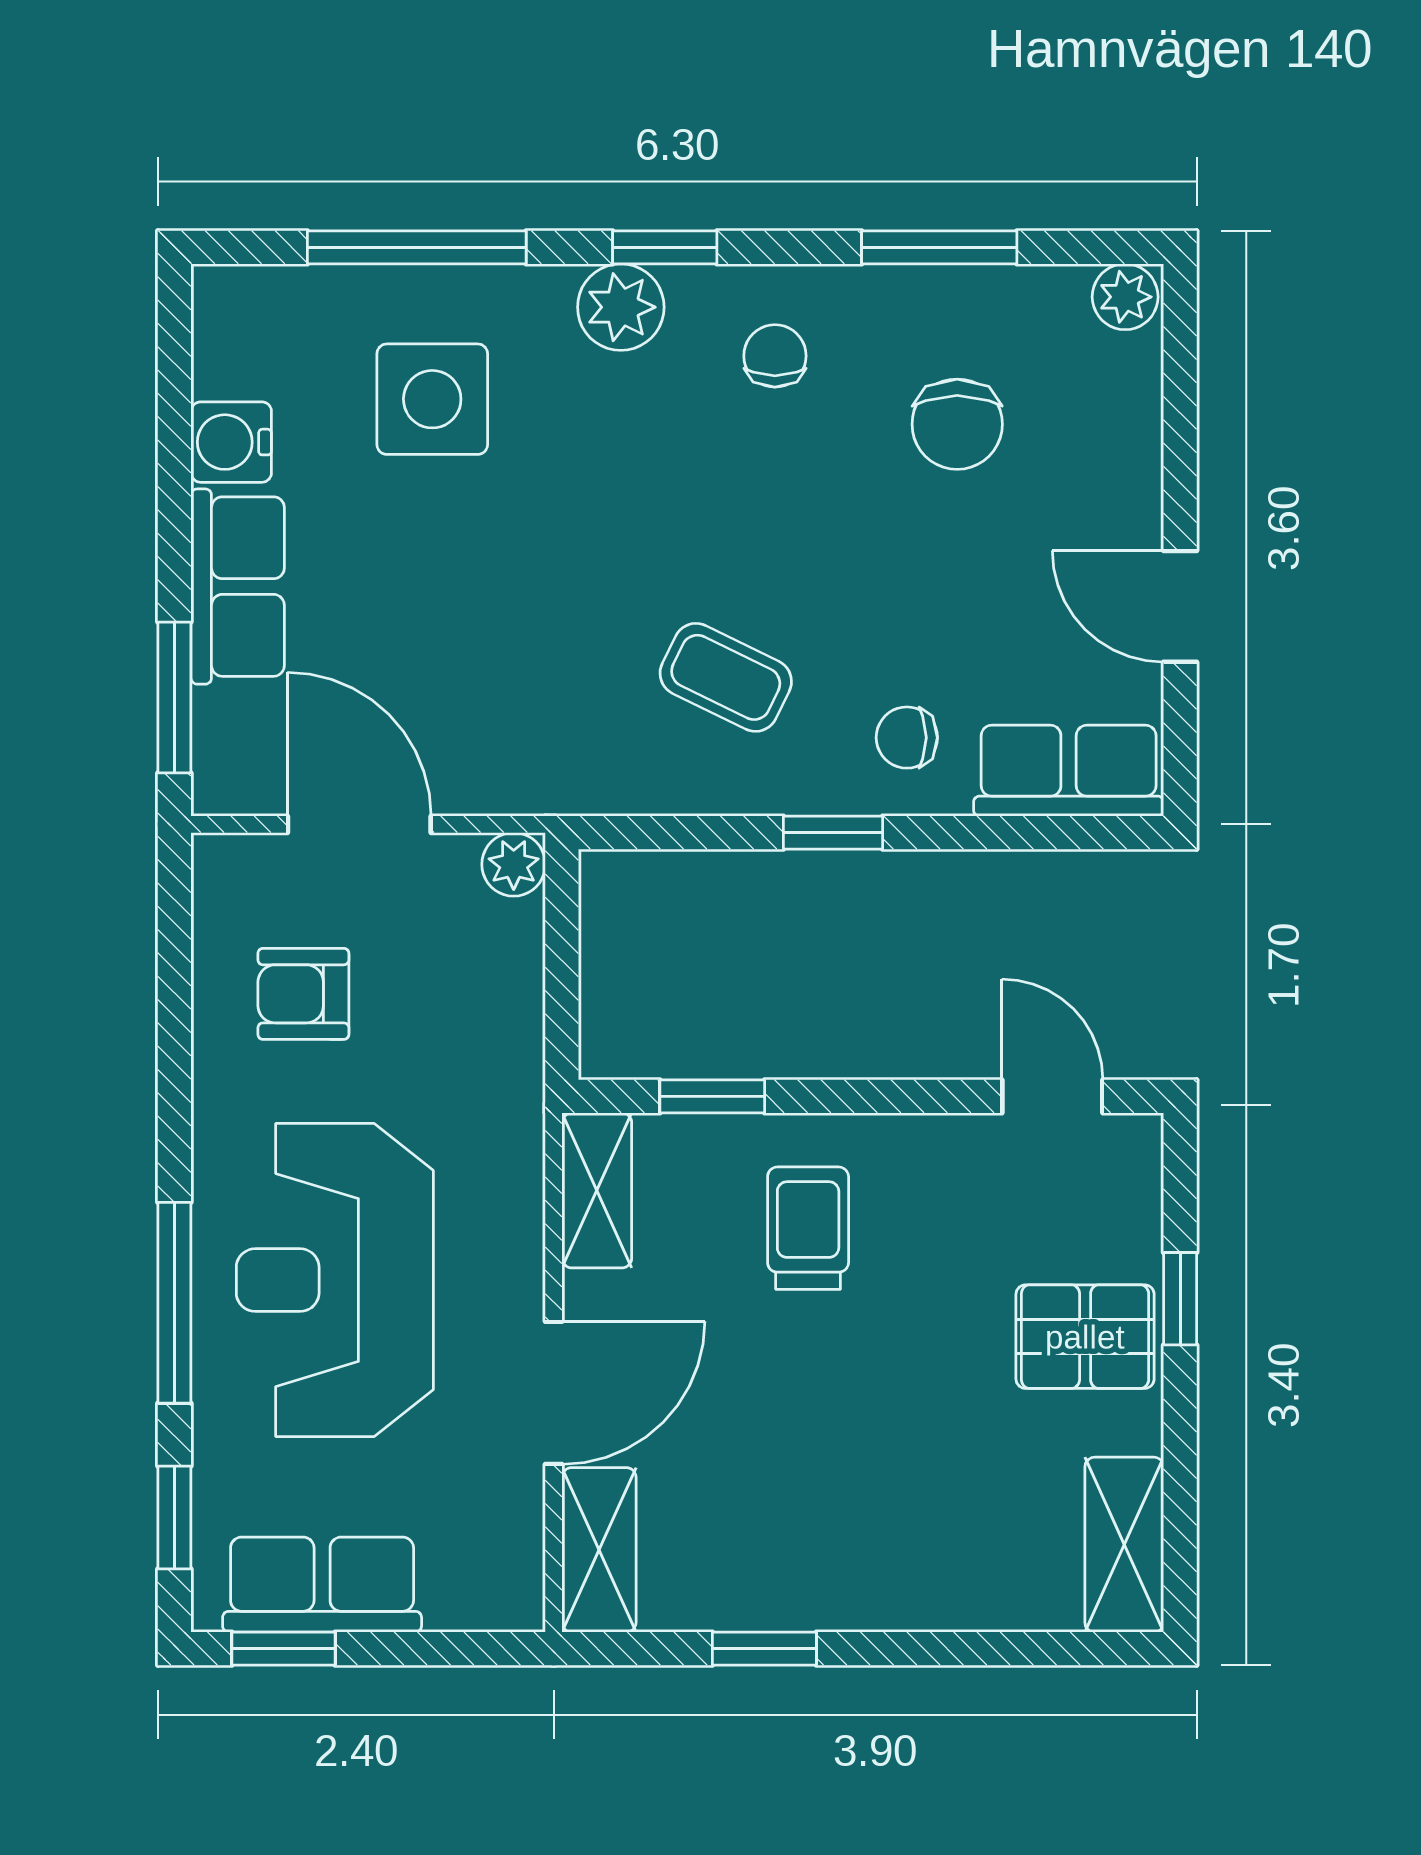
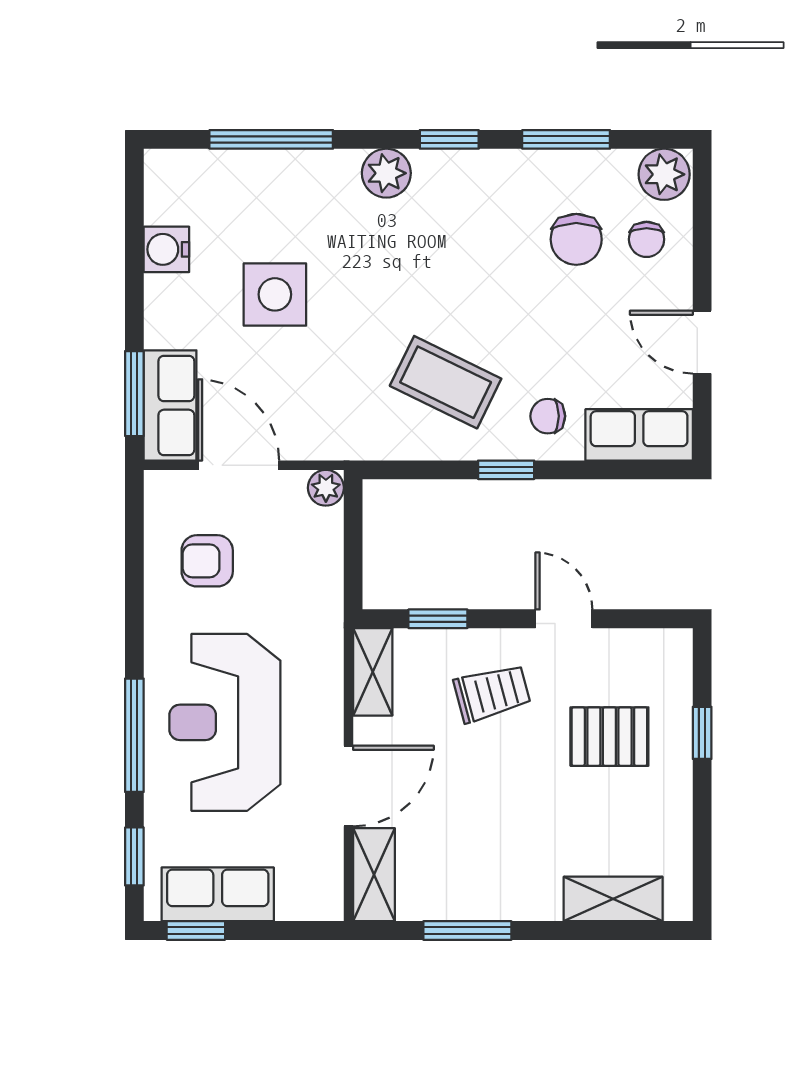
window: (665, 247) -> (449, 139), moved
plant: (1125, 297) -> (664, 174), width x1.38, depth x1.38
chair: (775, 356) -> (647, 239), moved, turned 180
side table: (432, 399) -> (275, 294), moved
row of seats: (238, 587) -> (170, 405), moved
coffee table: (726, 677) -> (446, 382), width x1.36, depth x1.30
door: (1052, 1096) -> (564, 619), moved
trolley: (808, 1228) -> (492, 693), turned 75
pallet: (1085, 1337) -> (609, 737), moved
shelving: (1124, 1545) -> (613, 899), moved, turned 90
window: (764, 1649) -> (467, 930), width x1.50

